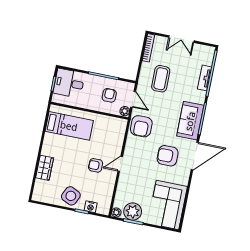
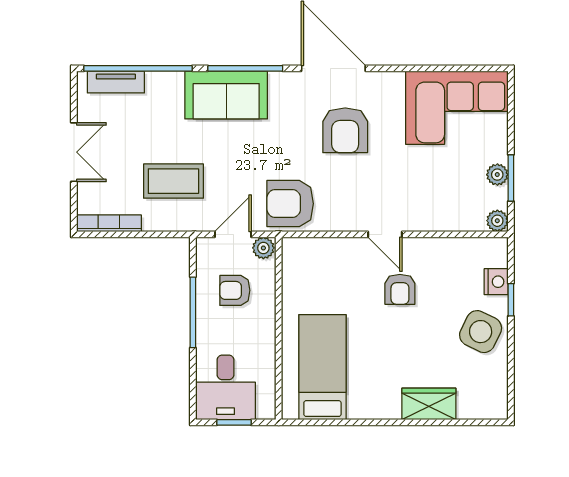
tv unit: (205, 78) -> (116, 82), moved
sofa: (190, 121) -> (226, 95), moved
armchair: (141, 126) -> (290, 204), turned 180
plant: (133, 212) -> (497, 175), width x0.53, depth x0.53

